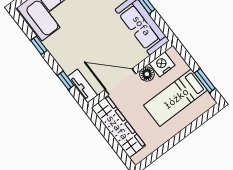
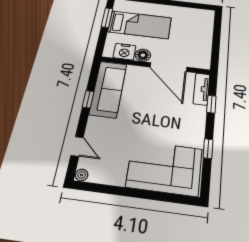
wardrobe: (118, 127) -> (202, 42), removed

